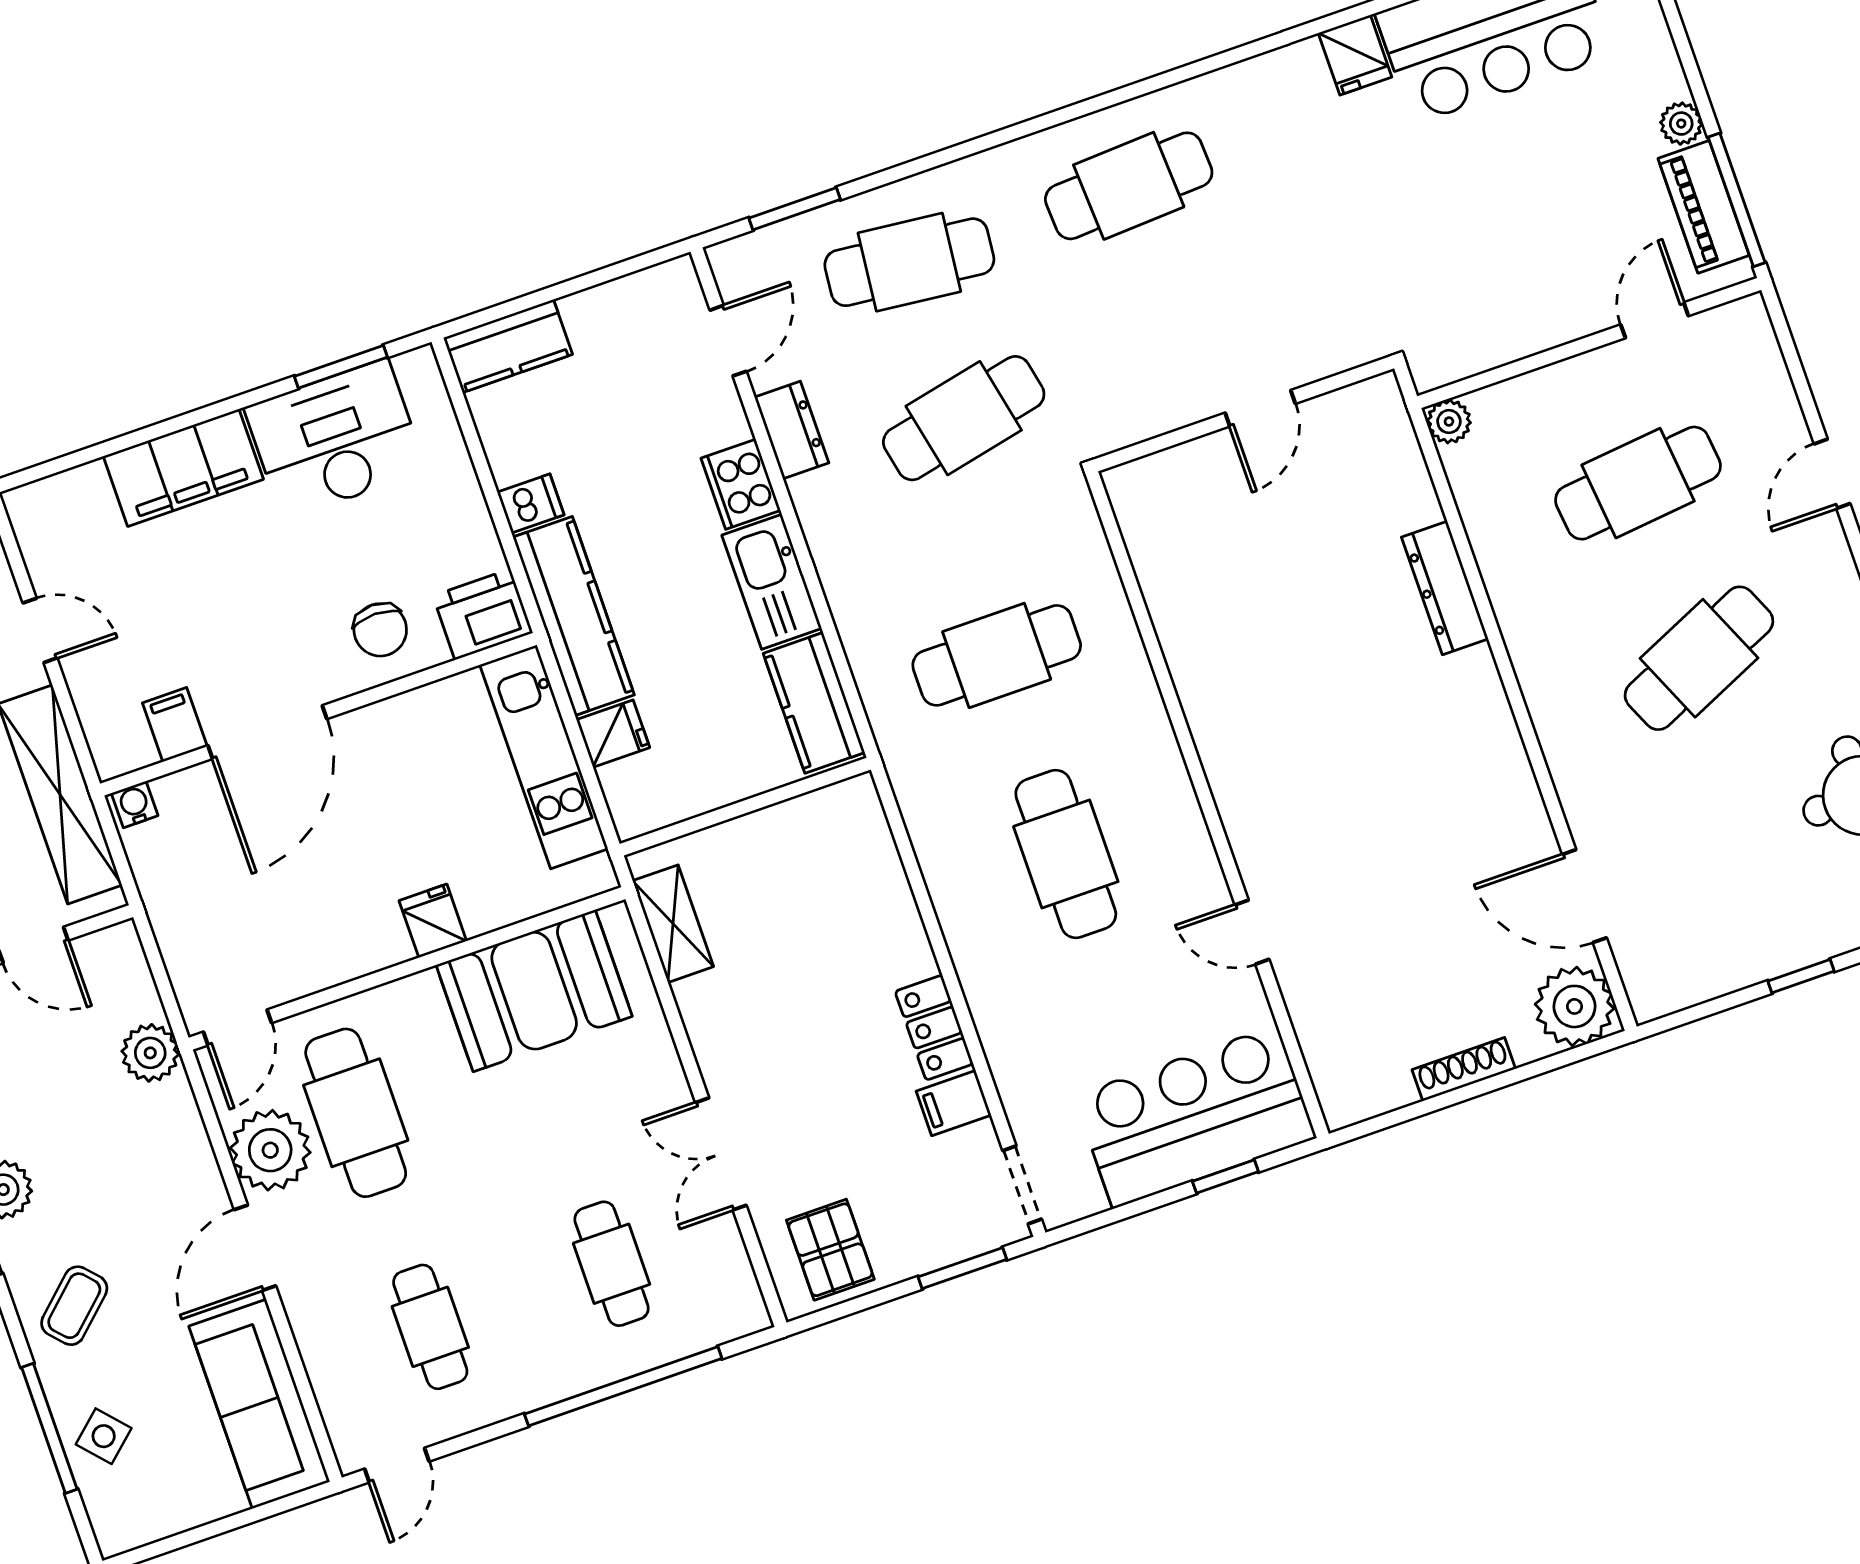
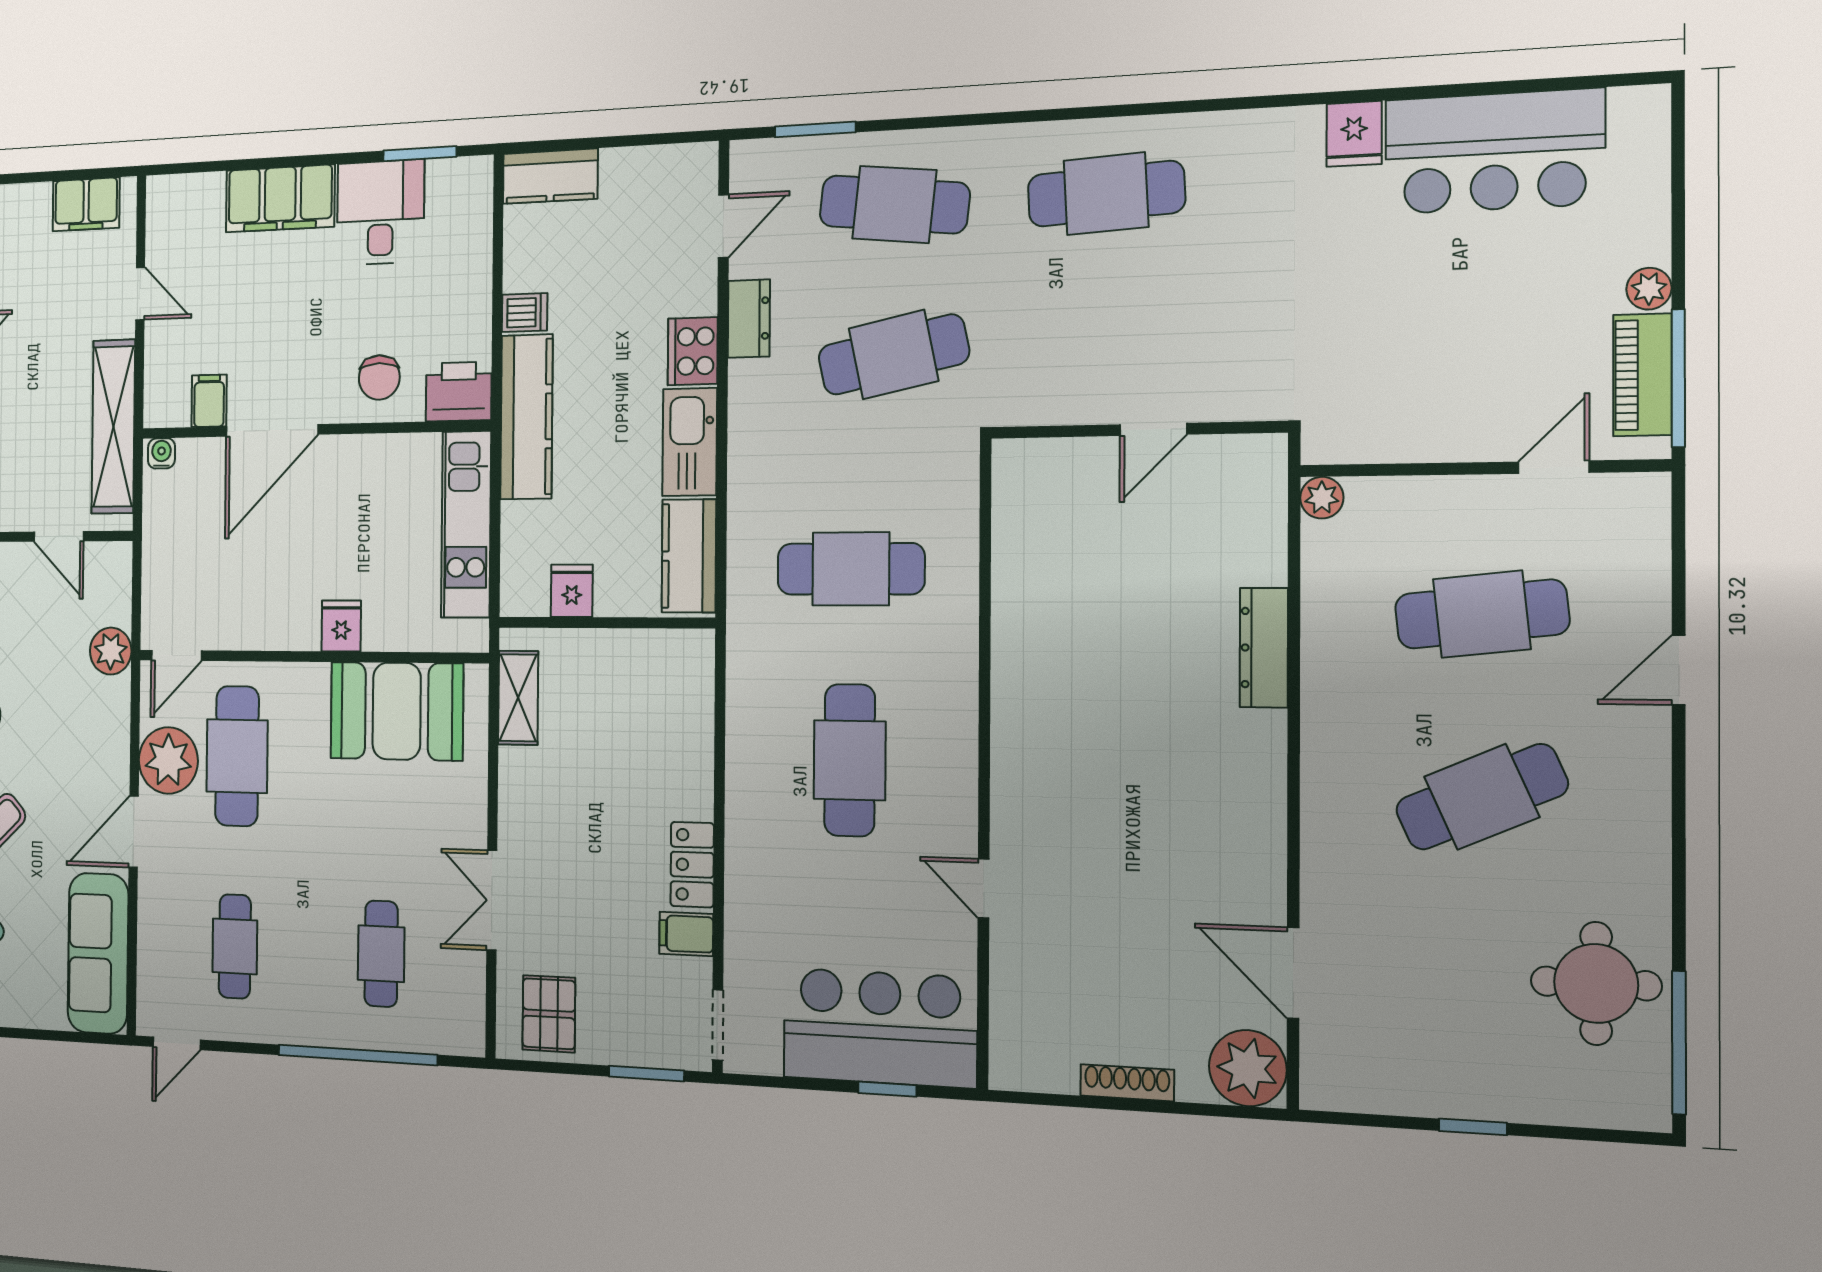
desk: (335, 439) -> (380, 212), width x0.73
fridge: (613, 734) -> (572, 591), moved, turned -90

